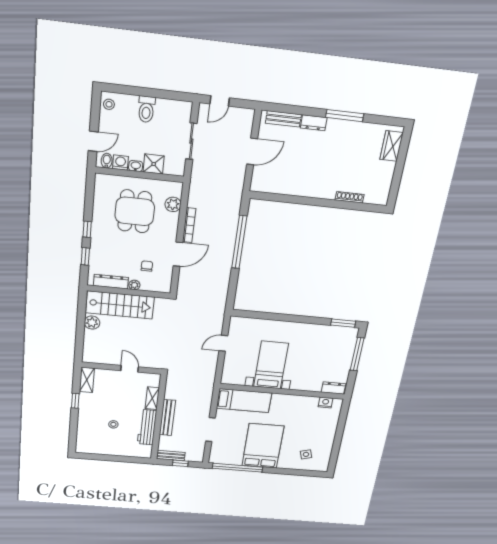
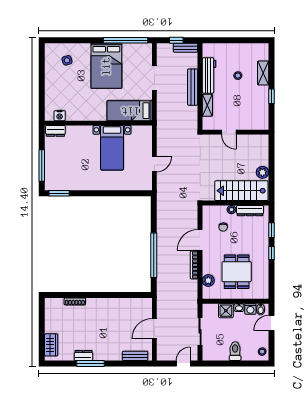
dresser: (314, 123) -> (83, 356), moved
shelving: (87, 380) -> (263, 73), moved

